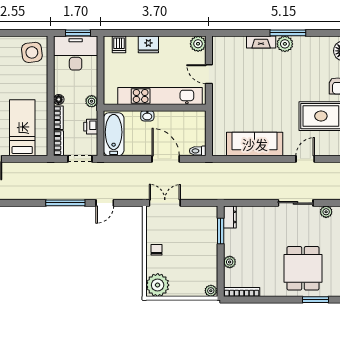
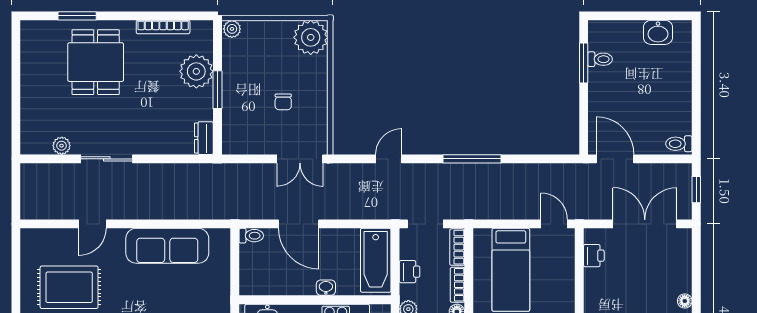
window: (65, 203) -> (472, 159), moved
window: (221, 231) -> (217, 90), moved
chair: (156, 250) -> (283, 102), moved
plant: (230, 262) -> (196, 71), width x1.88, depth x1.88
bookcase: (242, 292) -> (163, 27), moved

